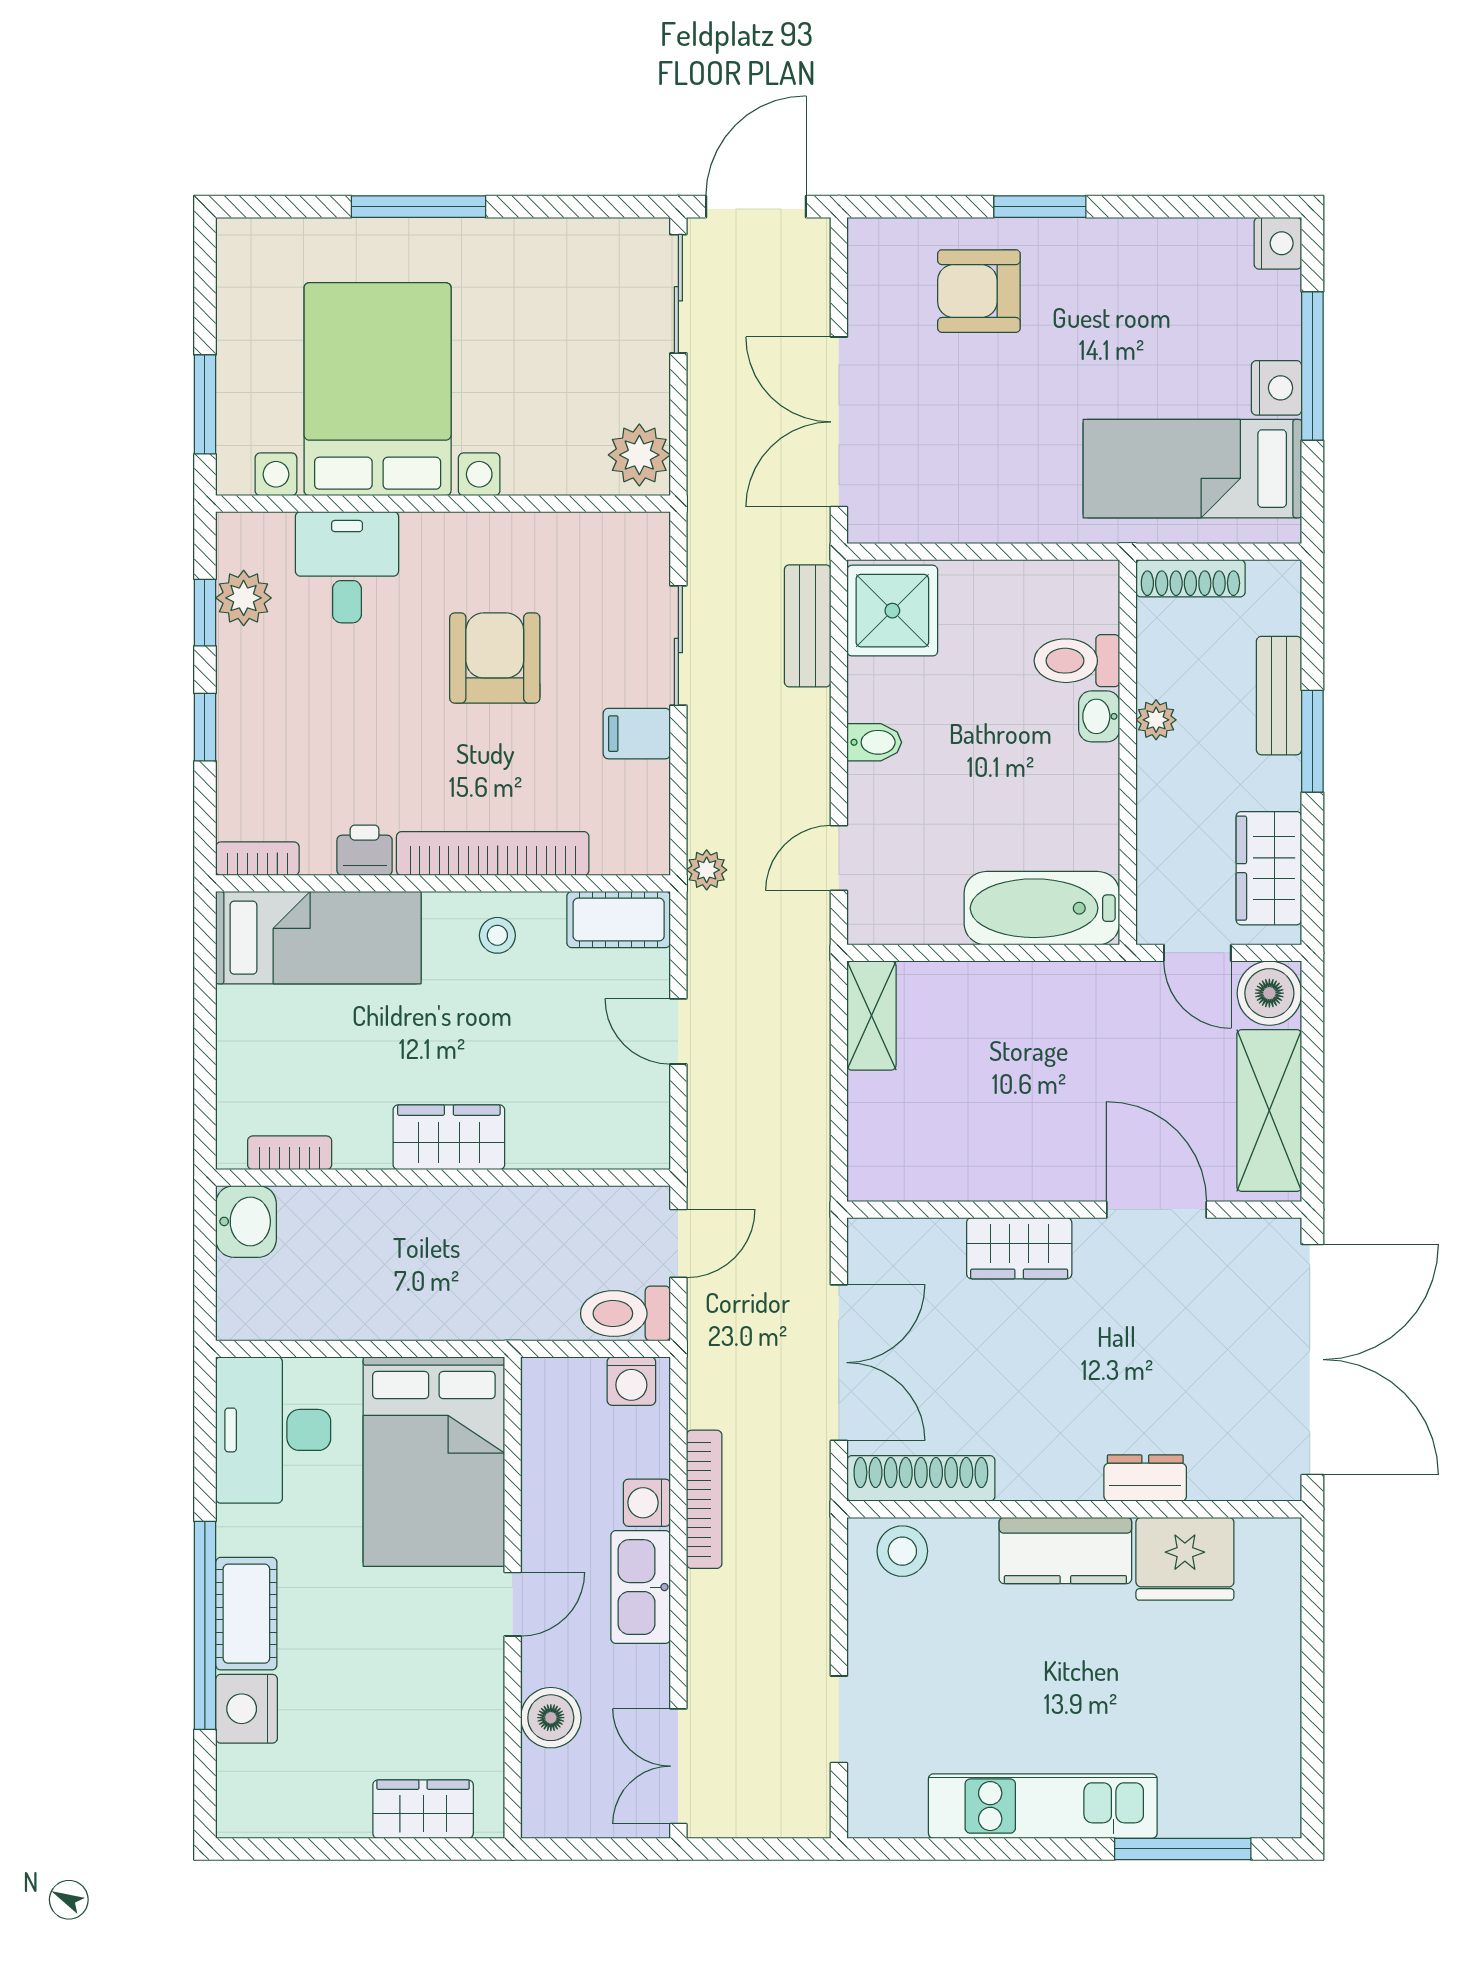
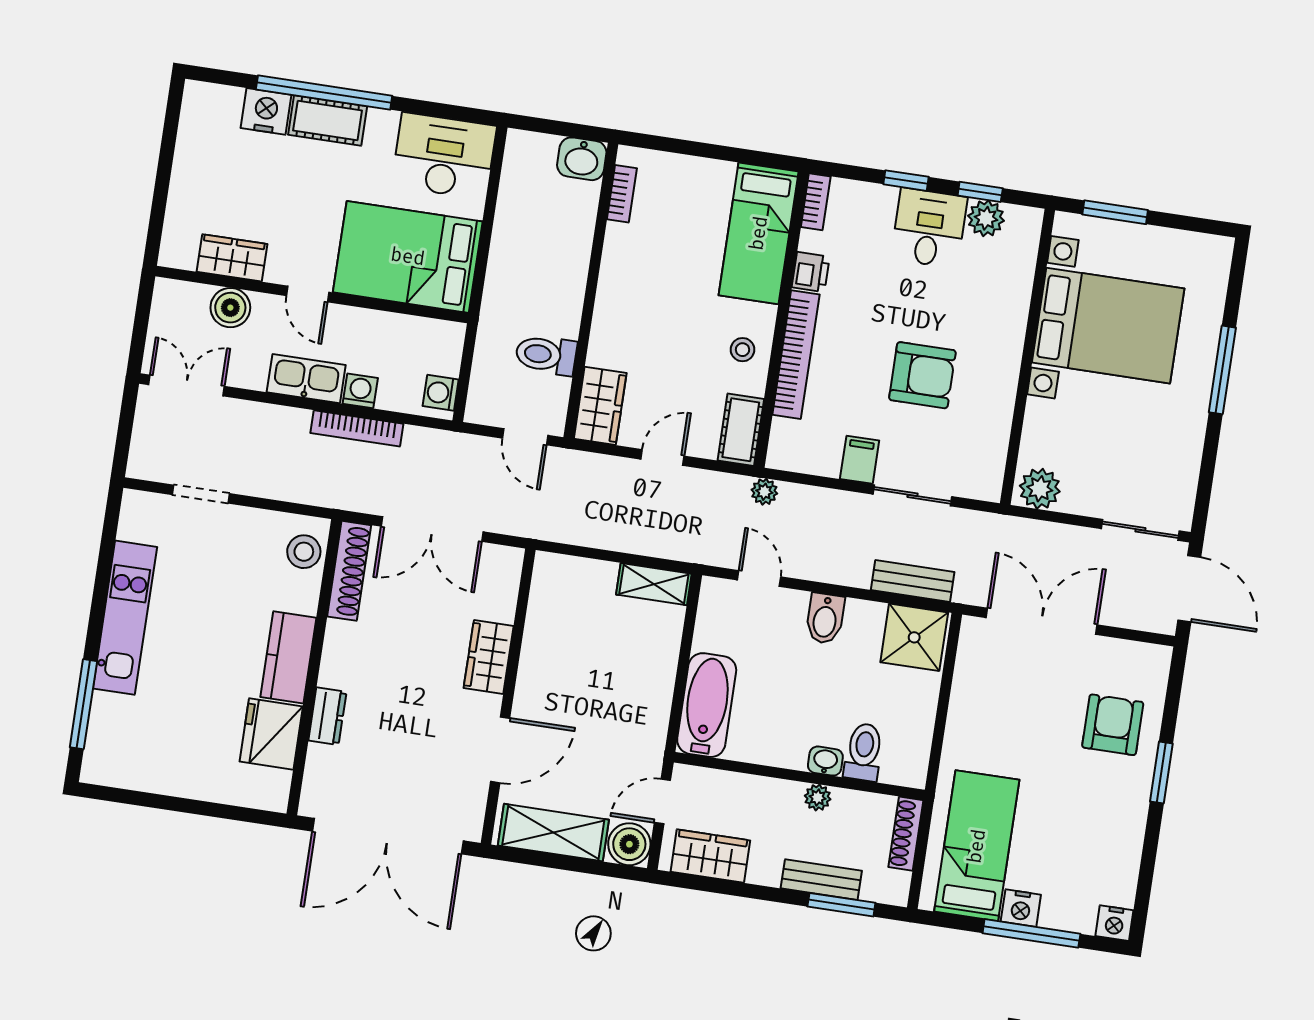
desk: (347, 567) -> (929, 228), moved, turned -90
window: (1312, 741) -> (841, 905), moved
bidet: (874, 742) -> (825, 618), width x1.38, depth x1.36
wardrobe: (449, 1137) -> (600, 406), moved
toilet: (625, 1313) -> (546, 355), moved, turned -90
wardrobe: (423, 1809) -> (232, 258), moved, turned -90

